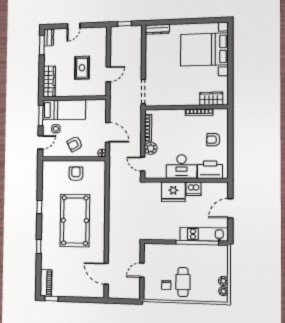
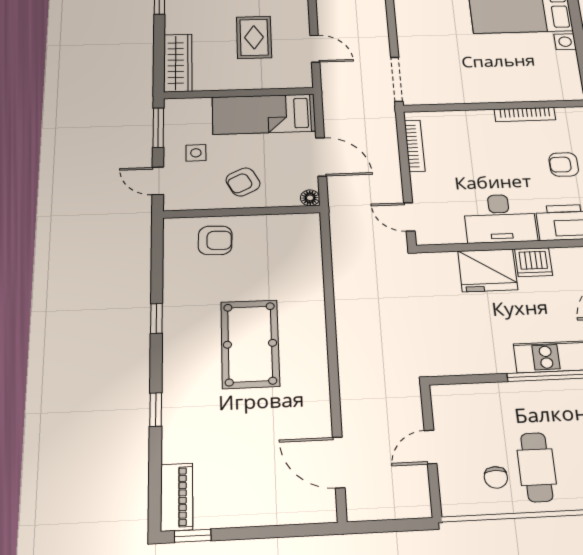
door: (108, 74) -> (315, 49), hinge flipped
wardrobe: (211, 99) -> (547, 90), removed
bed: (64, 110) -> (264, 114), moved, turned 180
door: (40, 142) -> (158, 181), swing flipped
plant: (151, 148) -> (425, 185), removed
armchair: (76, 174) -> (215, 240), moved, turned 92
pool table: (75, 220) -> (250, 344), width x0.73, depth x0.76

